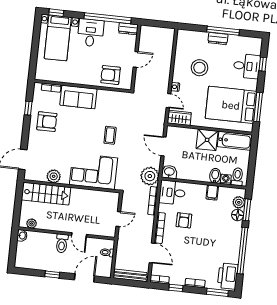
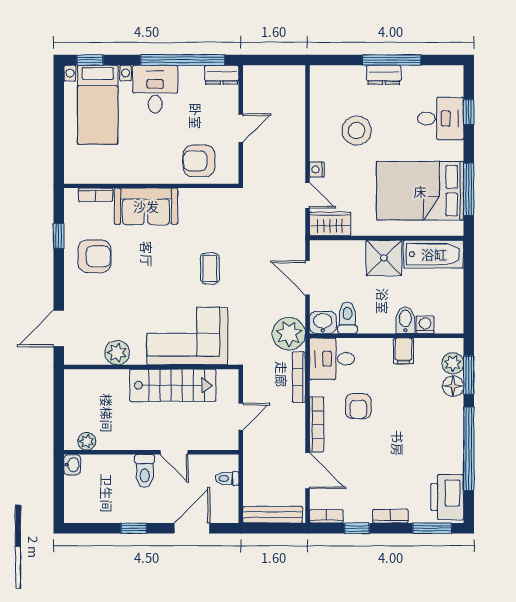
toilet: (237, 177) -> (347, 318), moved
stairs: (46, 194) -> (173, 385), moved

